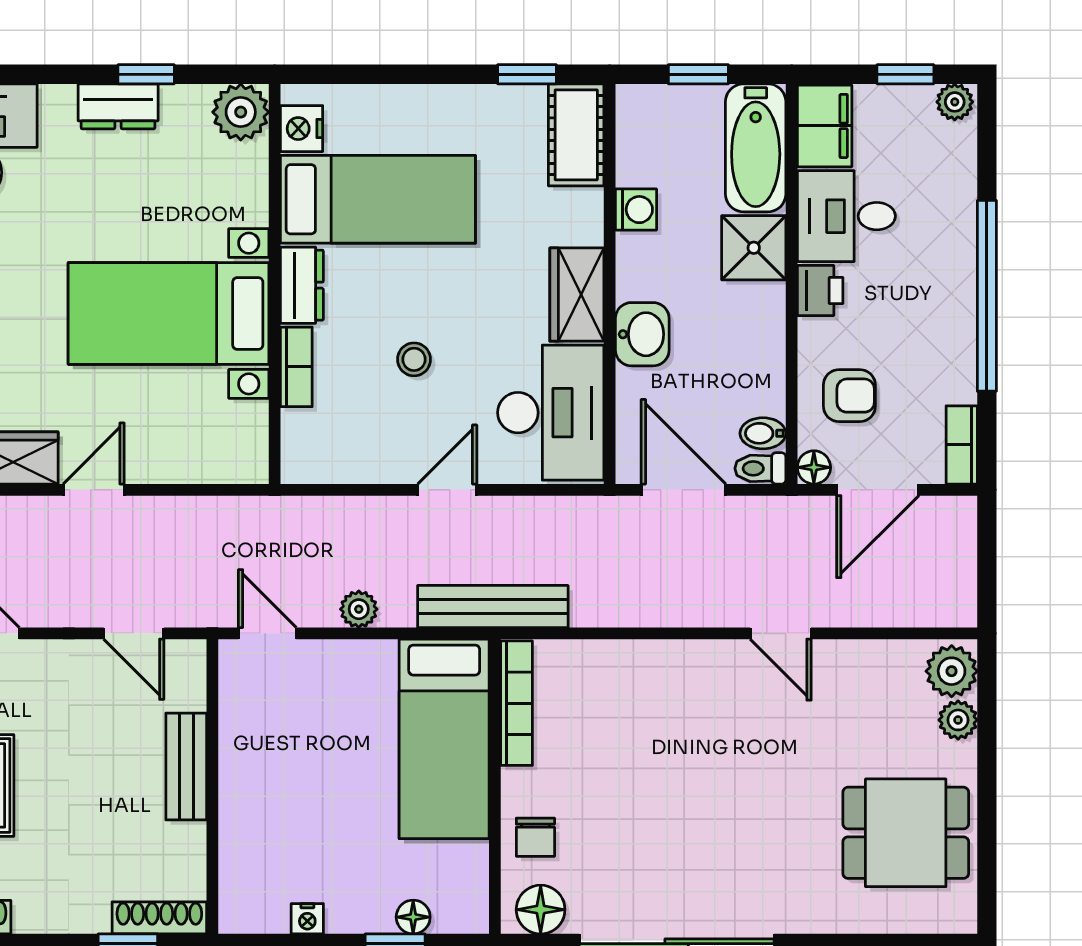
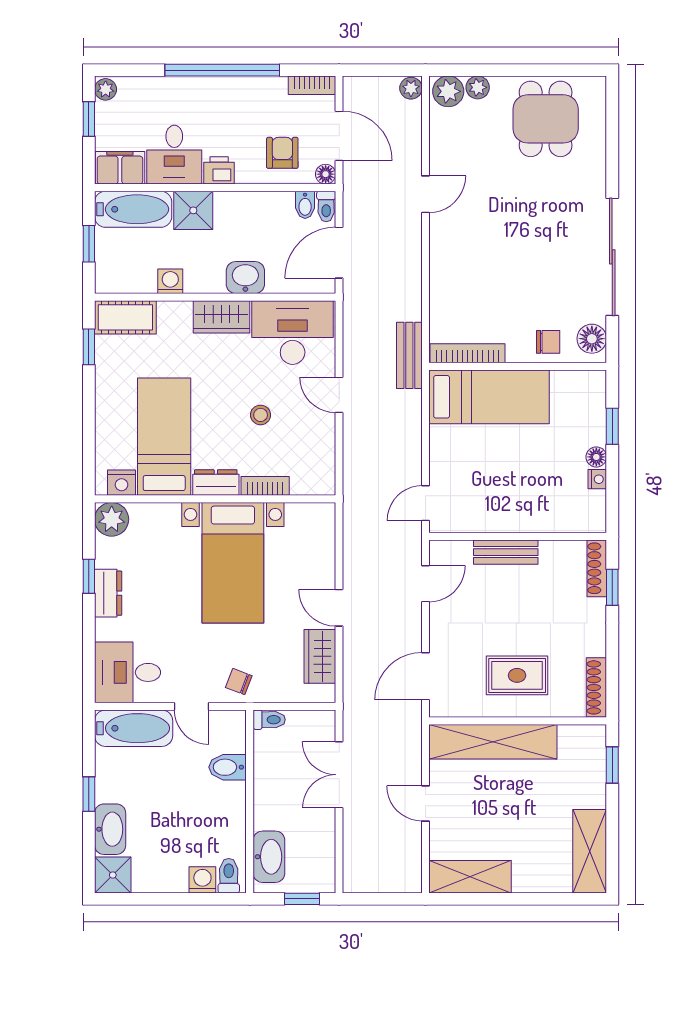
bench: (493, 607) -> (409, 355), width x0.73
plant: (359, 609) -> (411, 88), moved
floor lamp: (413, 917) -> (596, 457), moved

